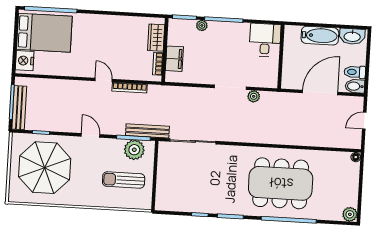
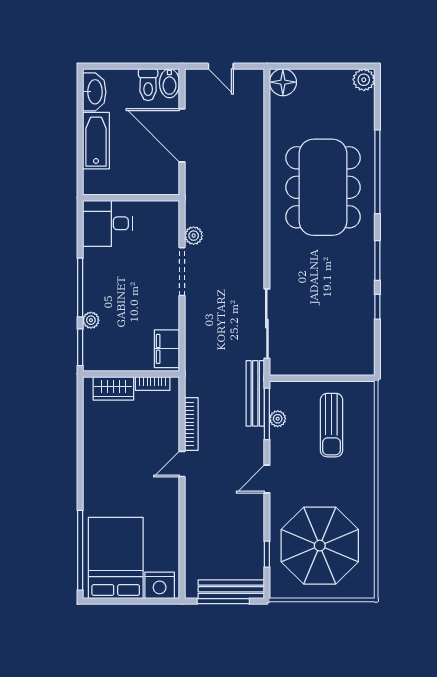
filing cabinet: (174, 59) -> (167, 349), moved, turned -90
plant: (134, 150) -> (278, 419), width x0.53, depth x0.53
floor lamp: (356, 157) -> (283, 82), width x1.89, depth x1.89

